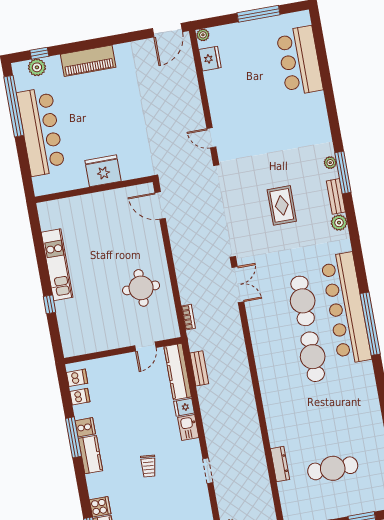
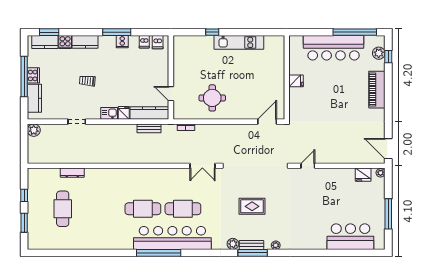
fridge: (103, 171) -> (296, 81), width x0.53, depth x0.75
window: (343, 173) -> (253, 253), moved
kitchen counter: (90, 455) -> (85, 42), moved

